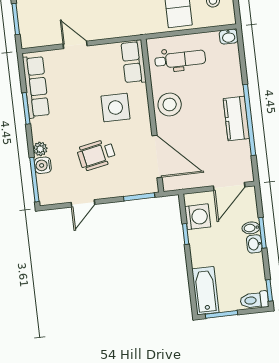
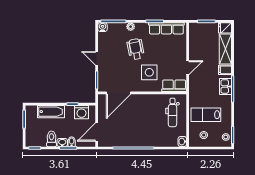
door: (75, 45) -> (188, 68), moved
stool: (170, 104) -> (147, 103), removed
kitchen counter: (236, 118) -> (135, 141), removed
wheelchair: (96, 155) -> (136, 49), moved
water cooler: (43, 165) -> (103, 27), moved
door: (229, 186) -> (97, 132), hinge flipped
door: (83, 203) -> (97, 58), moved
bathtub: (205, 291) -> (51, 112), moved
toilet: (254, 300) -> (51, 139), moved

